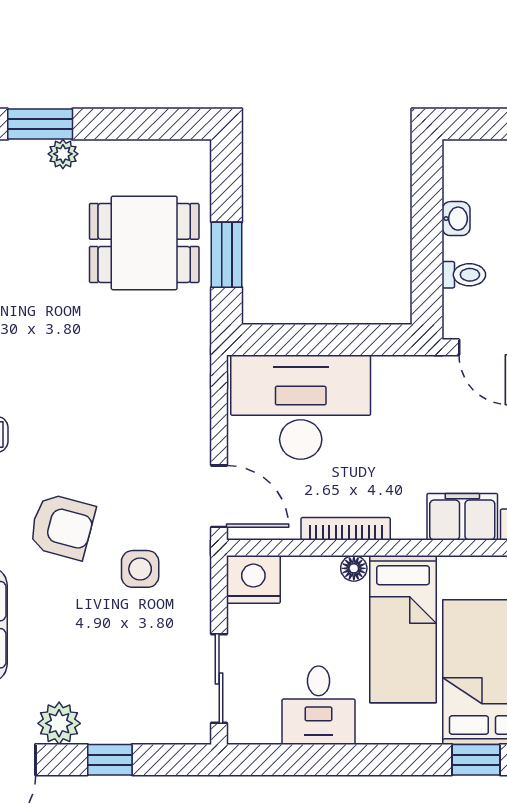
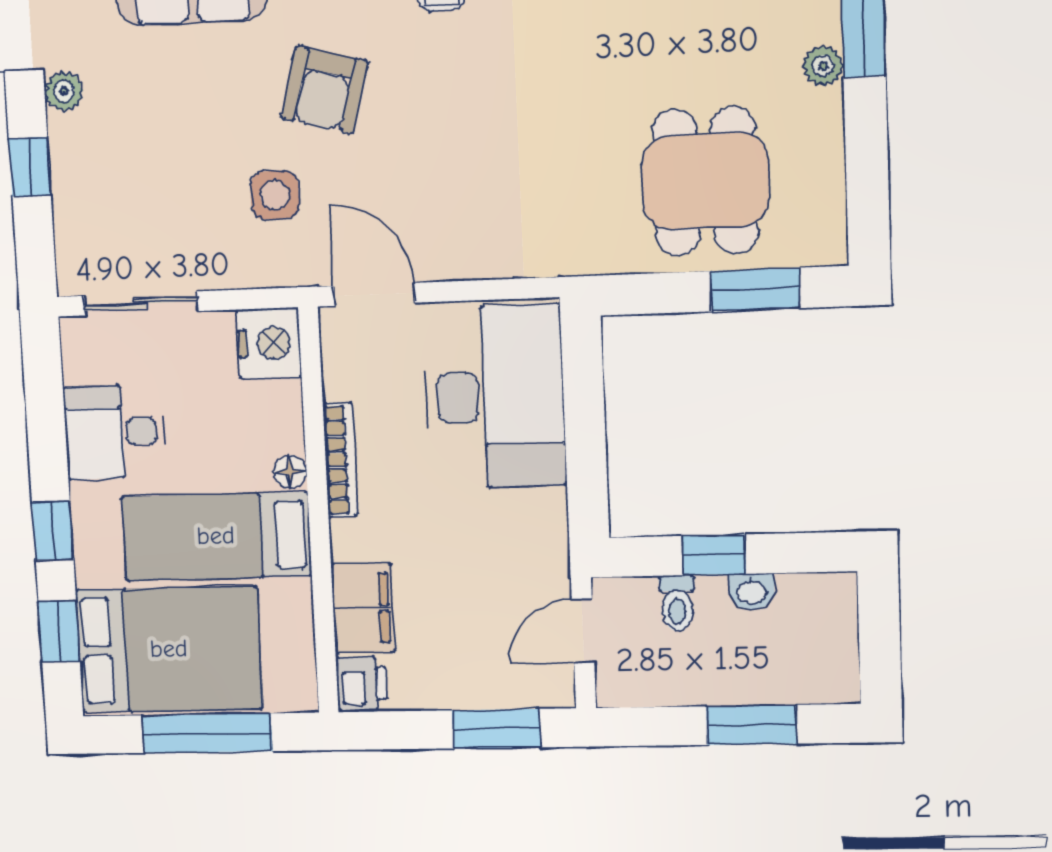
window: (427, 246) -> (714, 555), added
window: (227, 255) -> (755, 290), moved
door: (219, 496) -> (374, 294), swing flipped
plant: (59, 723) -> (64, 91), width x0.73, depth x0.73
window: (395, 760) -> (53, 531), added

